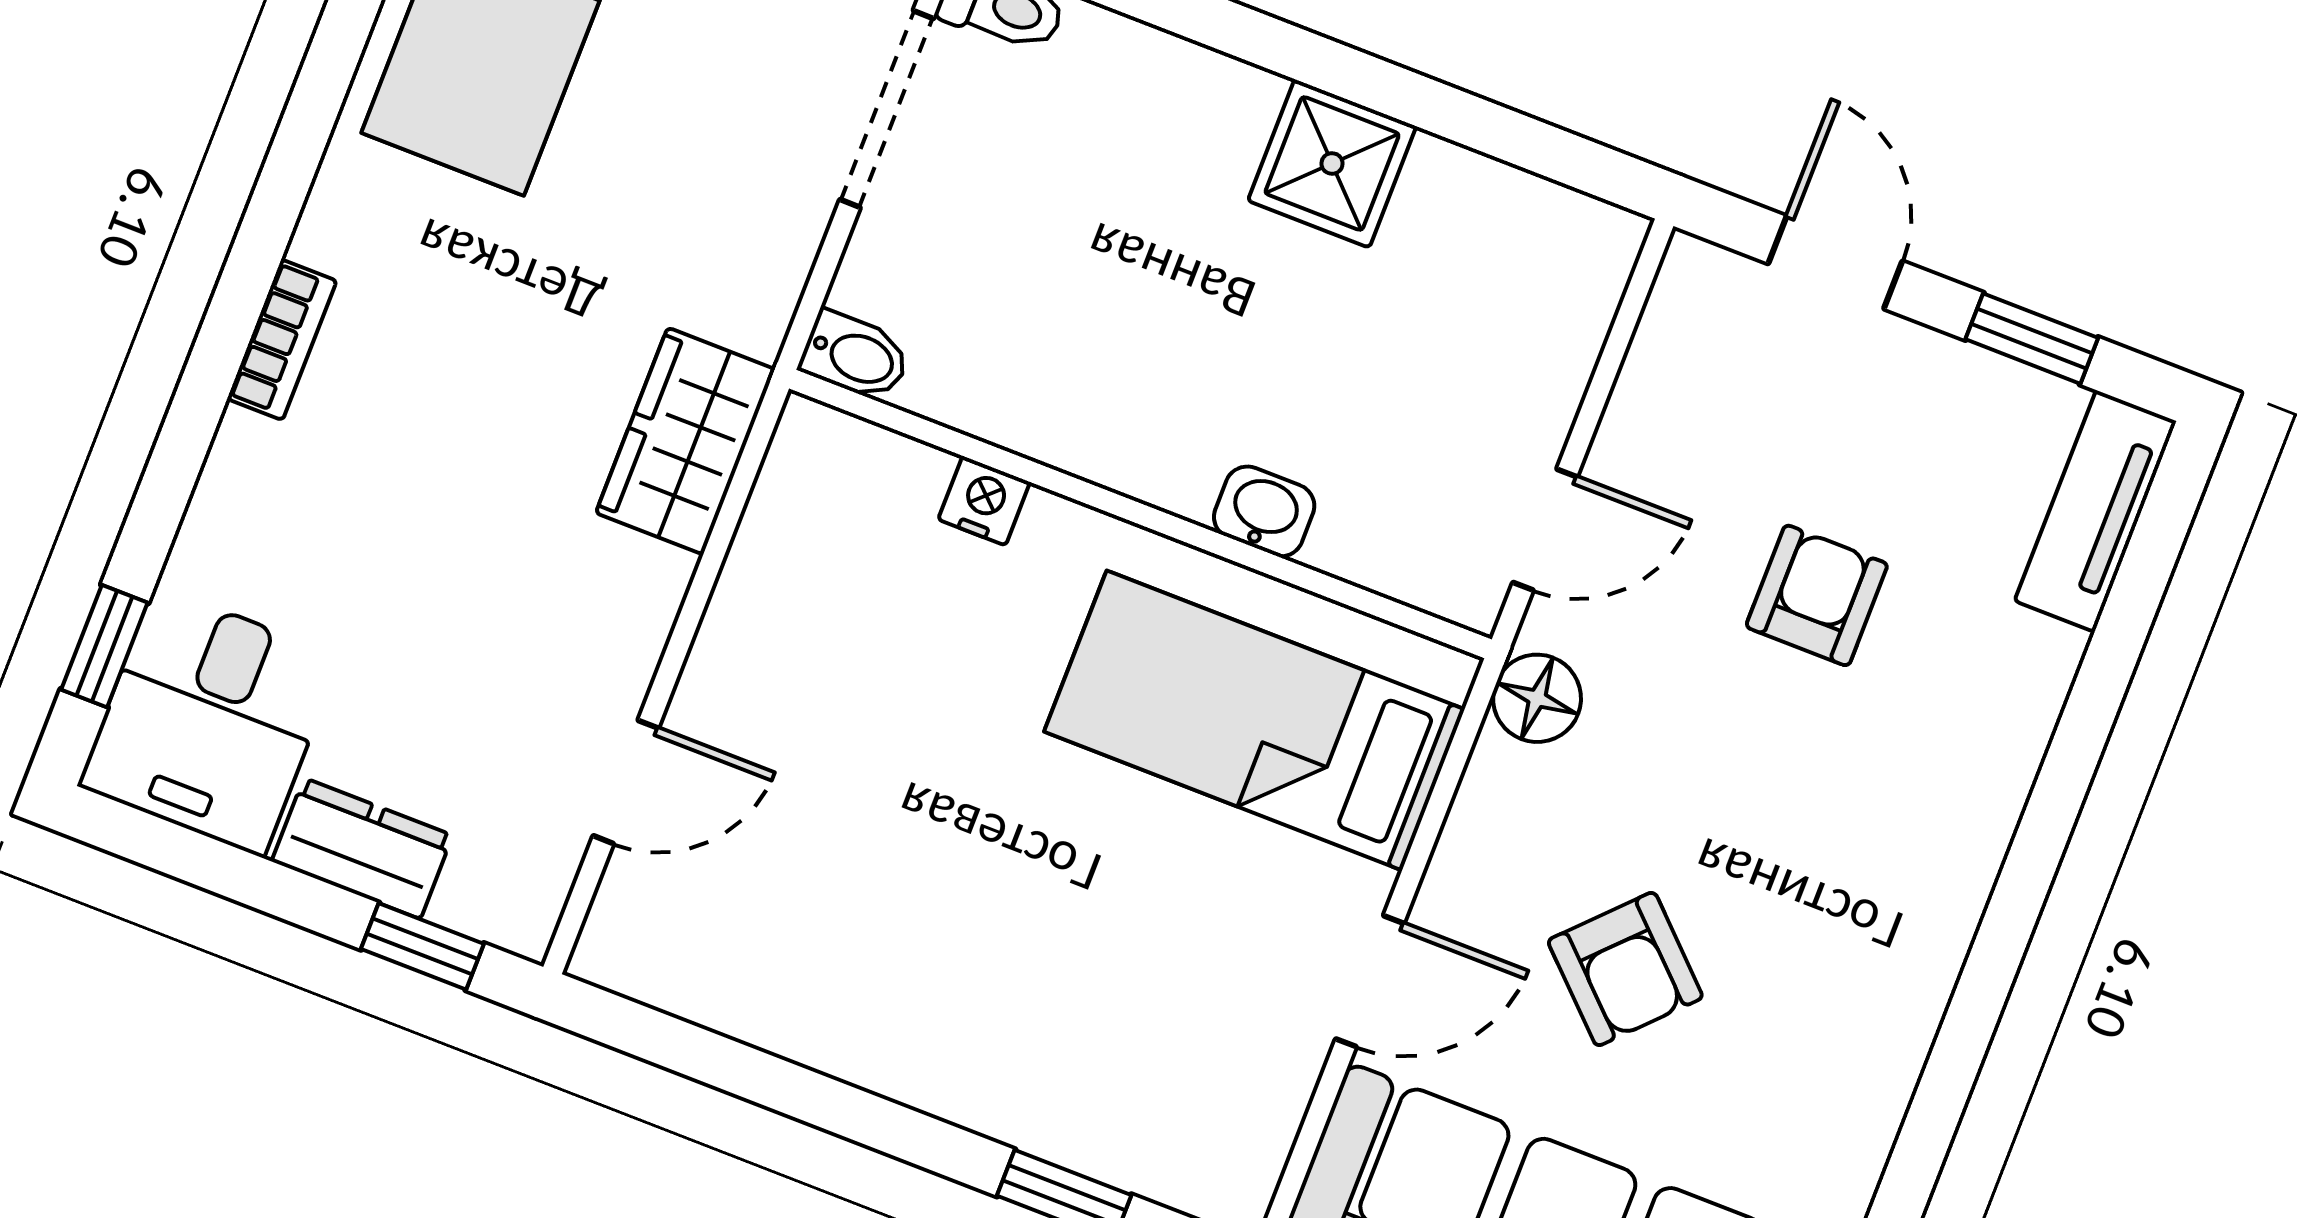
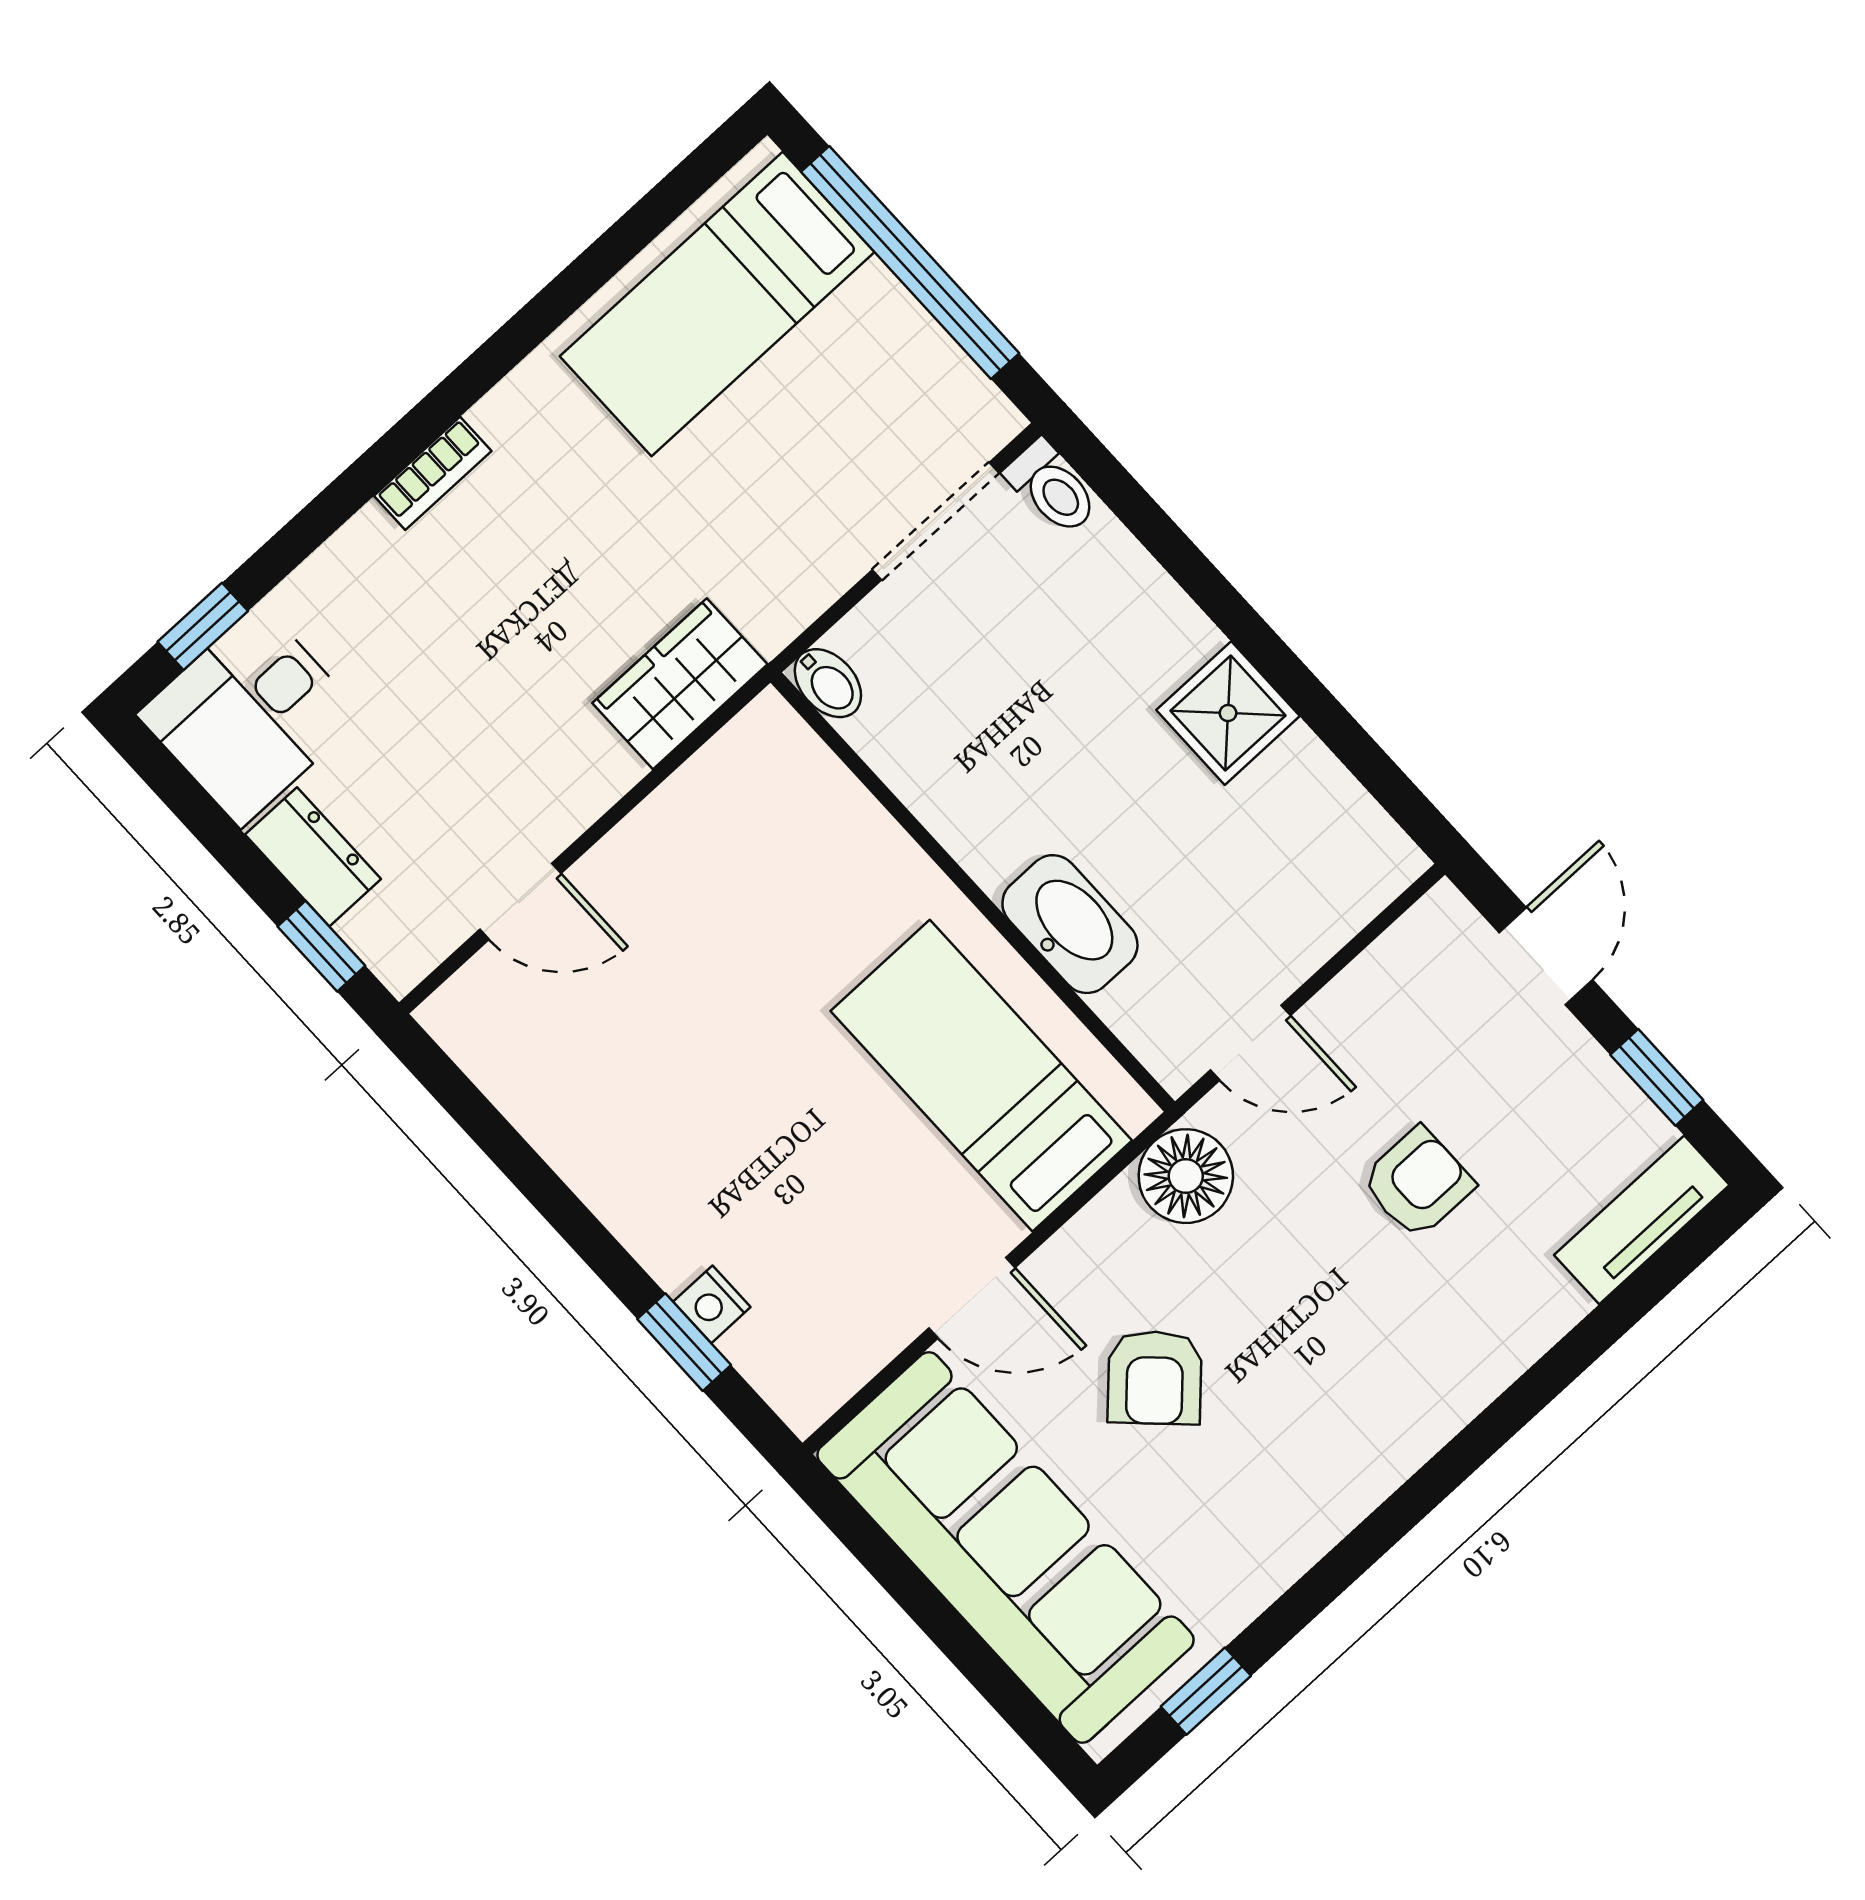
nightstand: (984, 501) -> (712, 1304), moved, turned 180
washbasin: (1264, 511) -> (1070, 924), width x1.91, depth x1.45
floor lamp: (1537, 698) -> (1186, 1176), width x1.38, depth x1.38

